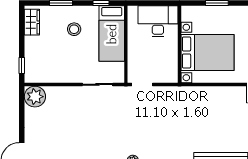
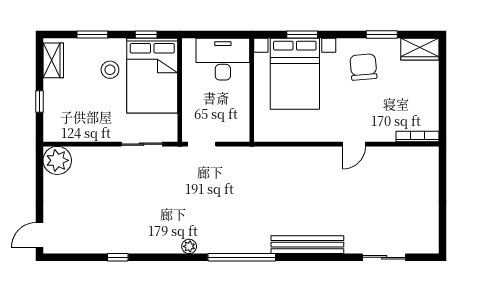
bed: (112, 34) -> (152, 76), width x1.50
bed with nightstands: (207, 52) -> (295, 74), moved, turned 90
window: (22, 65) -> (39, 101), moved

